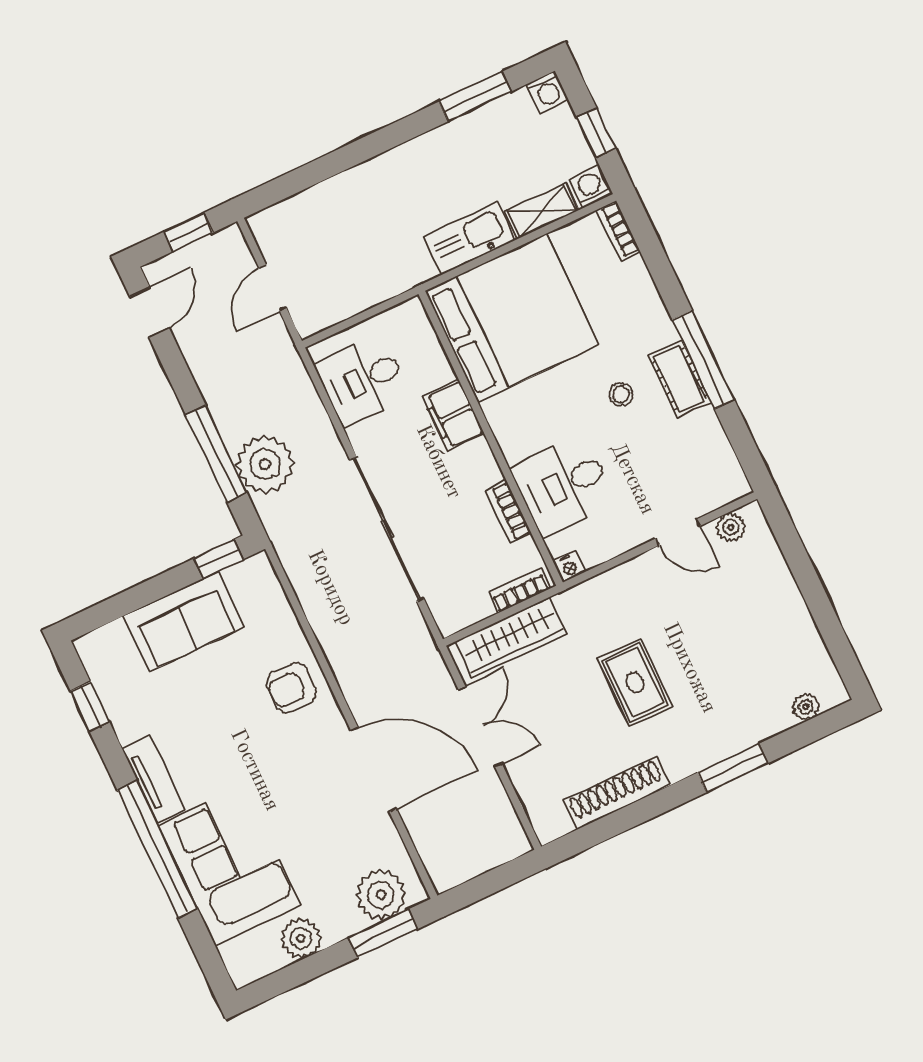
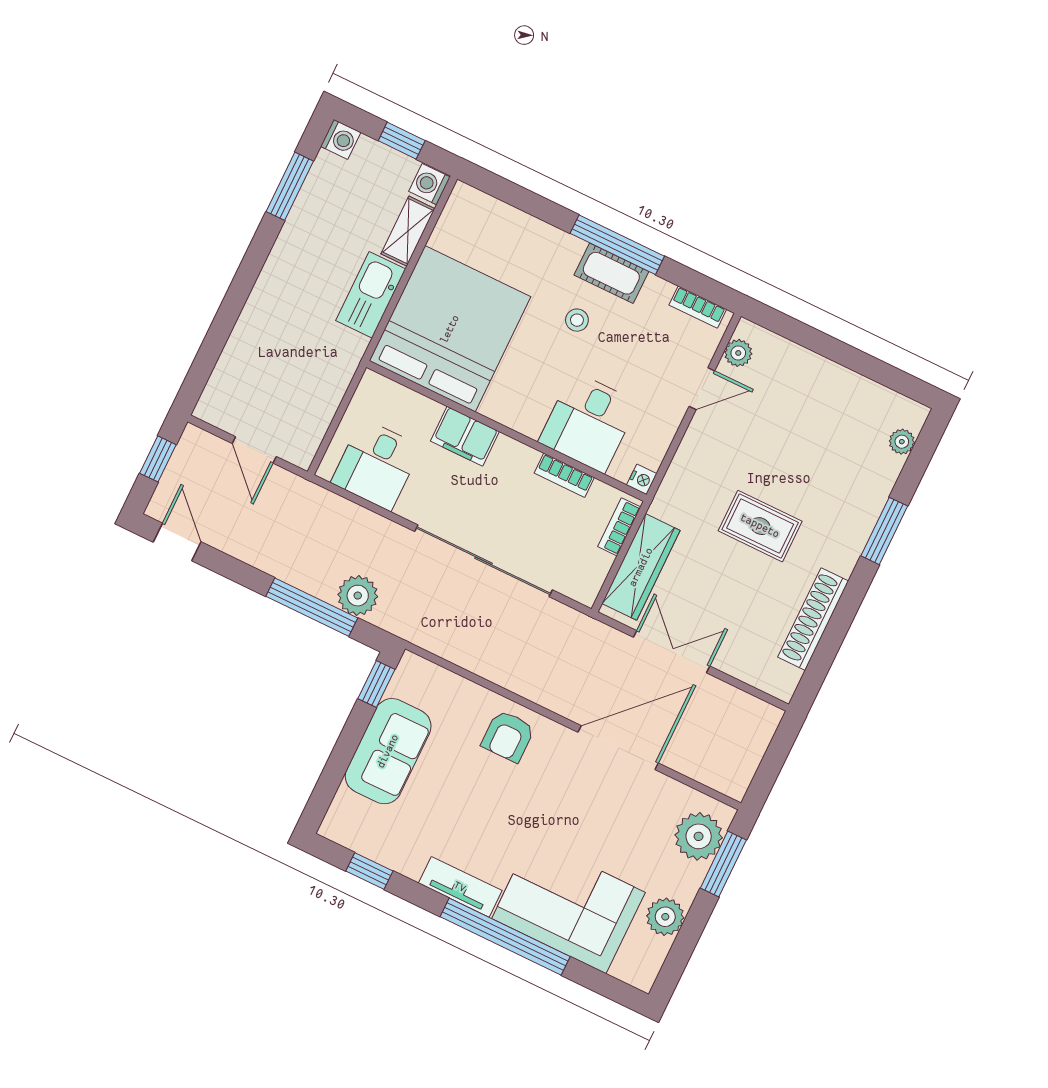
bookcase: (618, 231) -> (698, 307), moved
plant: (265, 464) -> (358, 596), width x0.73, depth x0.73

